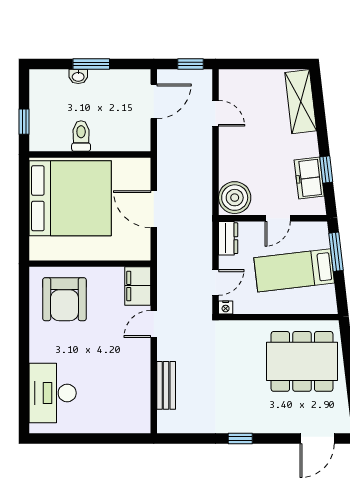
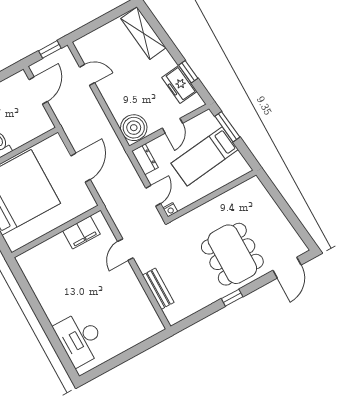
door: (154, 209) -> (80, 168), swing flipped
filing cabinet: (138, 286) -> (81, 232), moved, turned -90
armchair: (64, 299) -> (52, 267), removed
dining table: (302, 361) -> (232, 254), moved, turned 90

